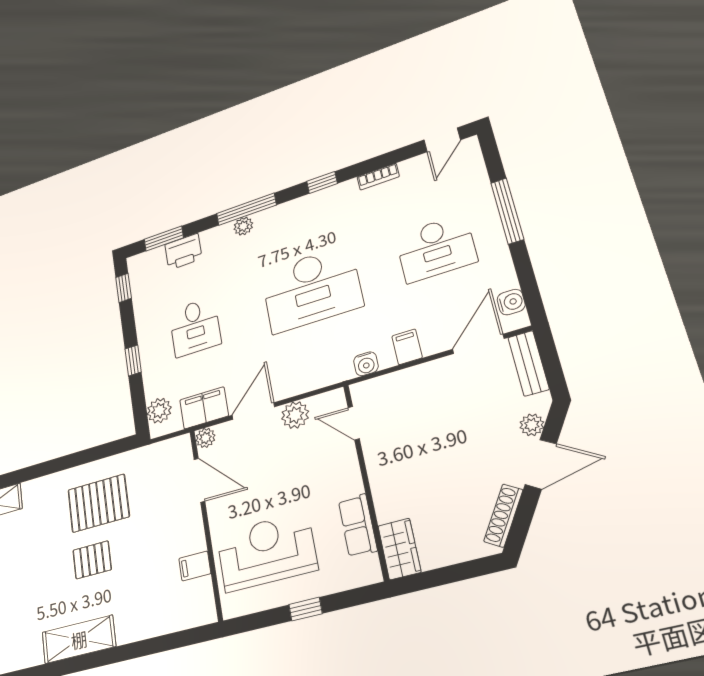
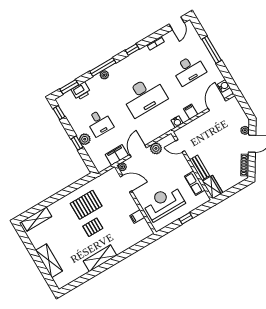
bench: (528, 363) -> (200, 168), moved
plant: (159, 411) -> (85, 139), moved

